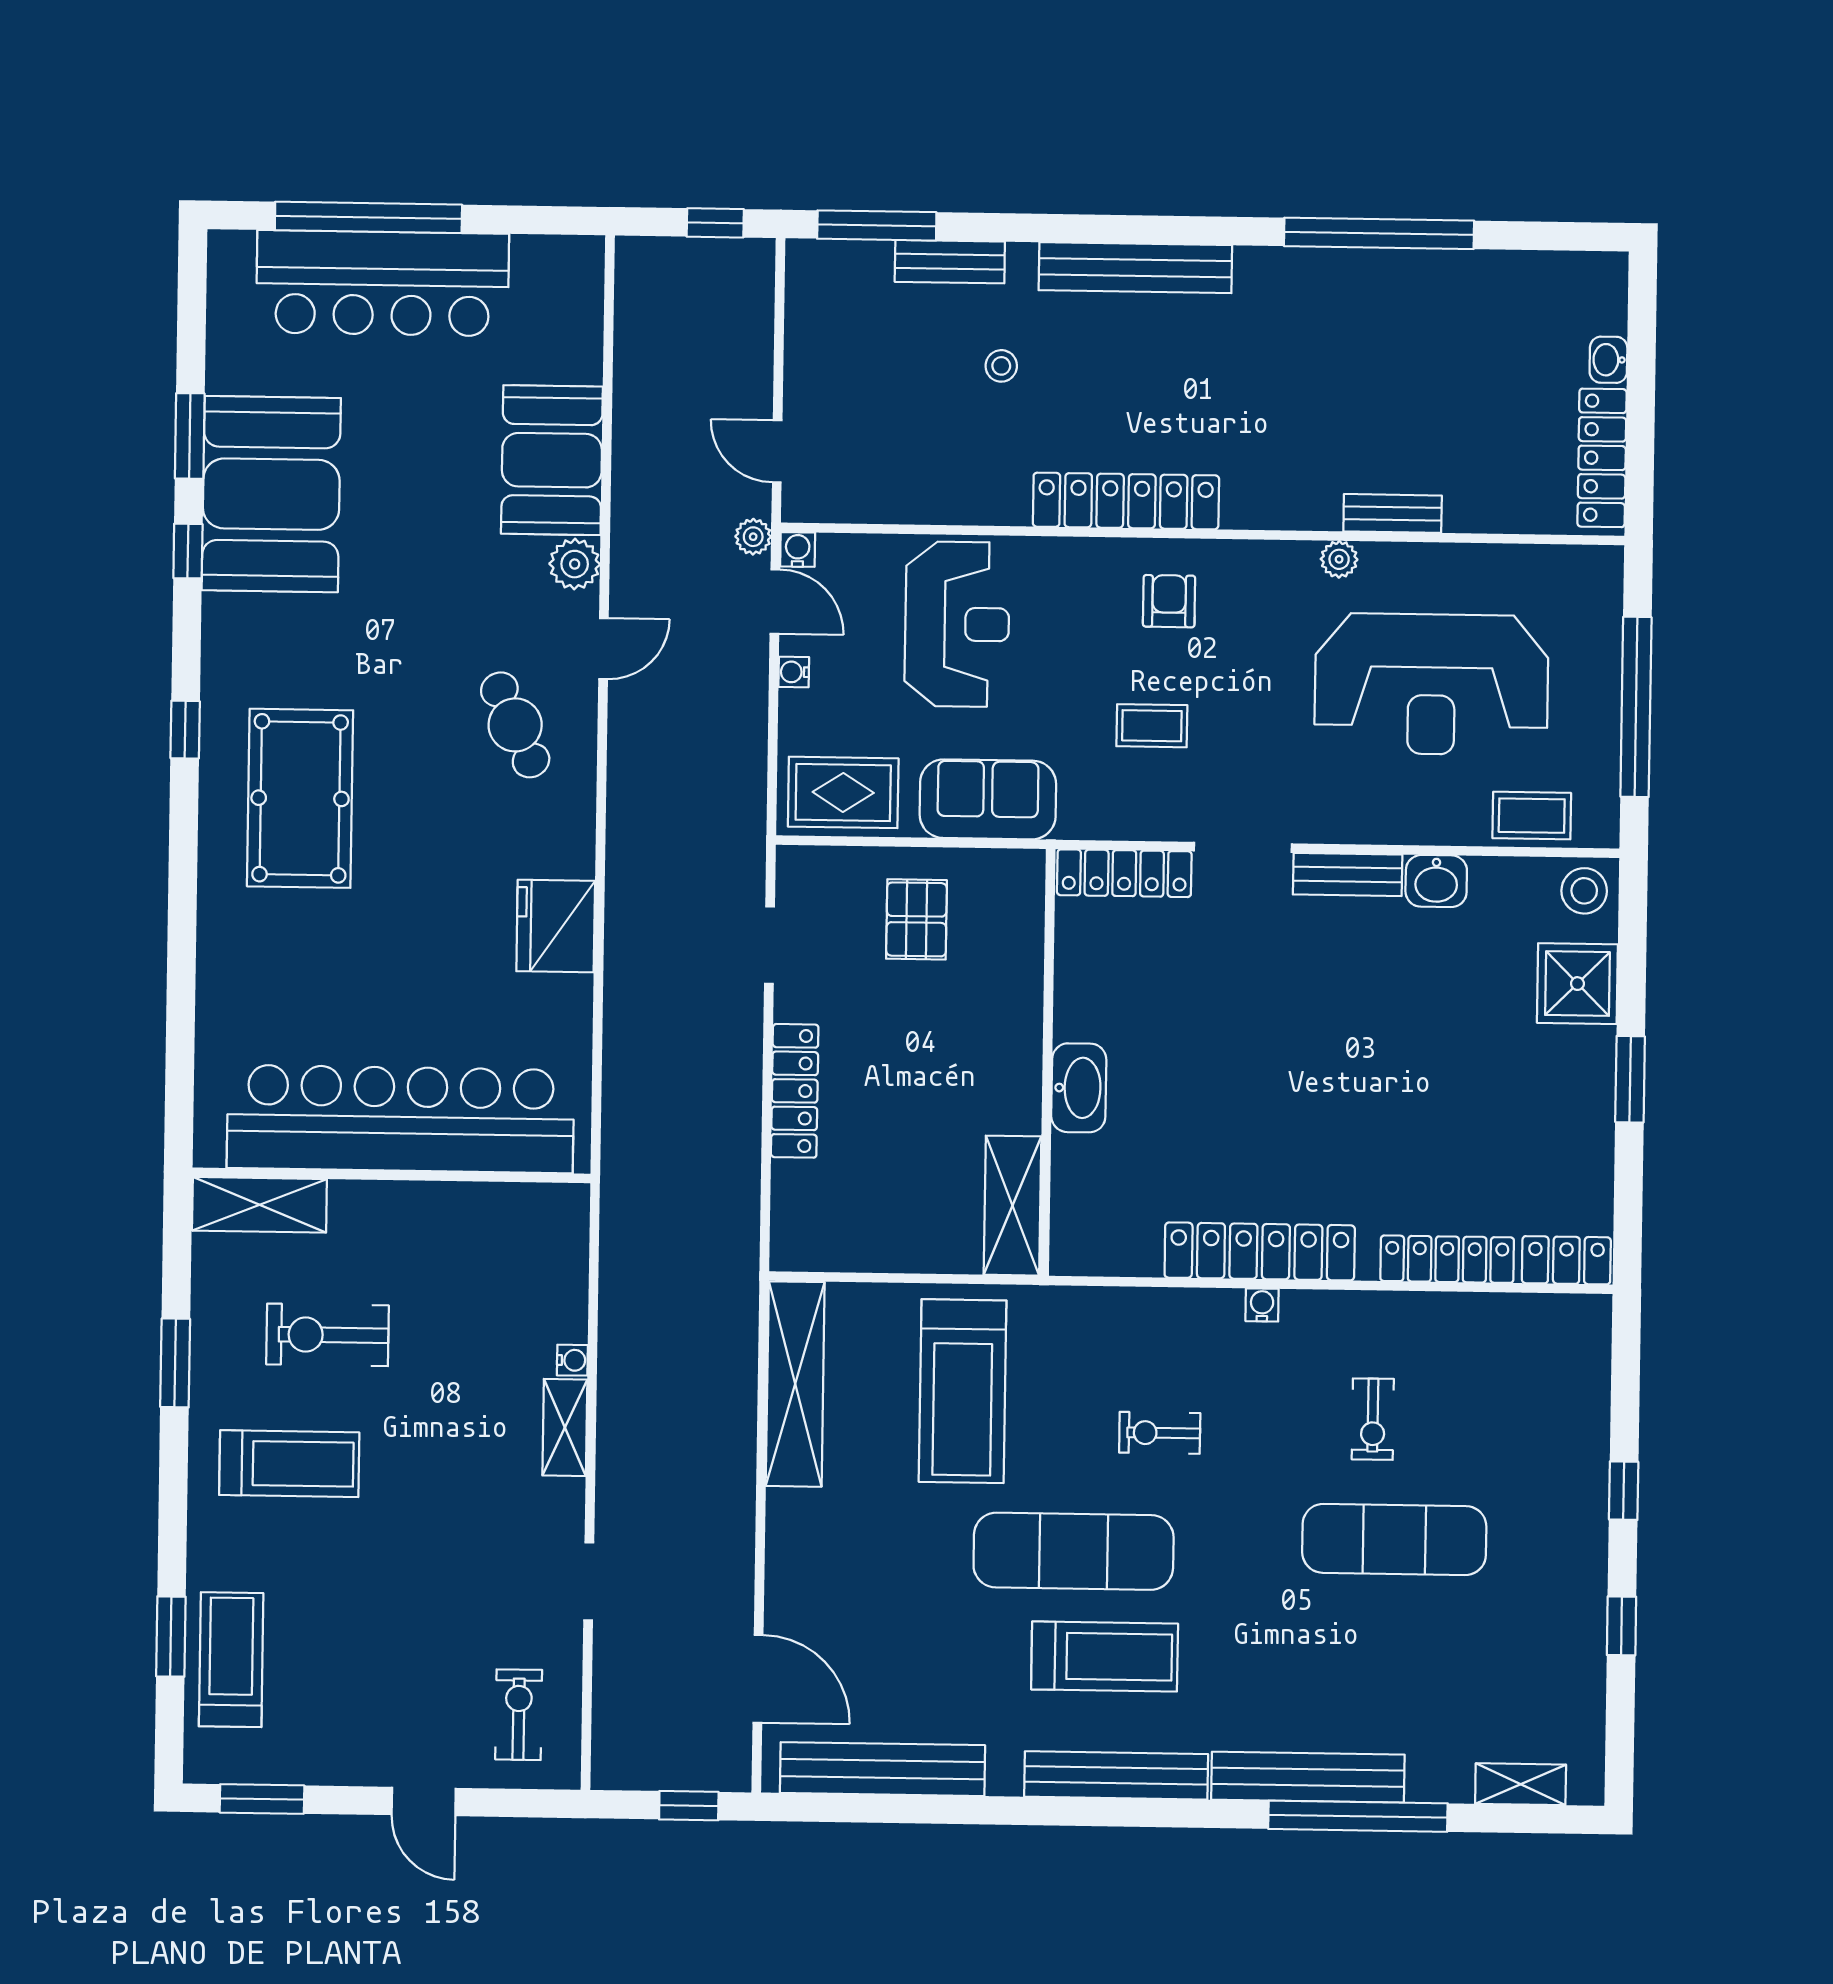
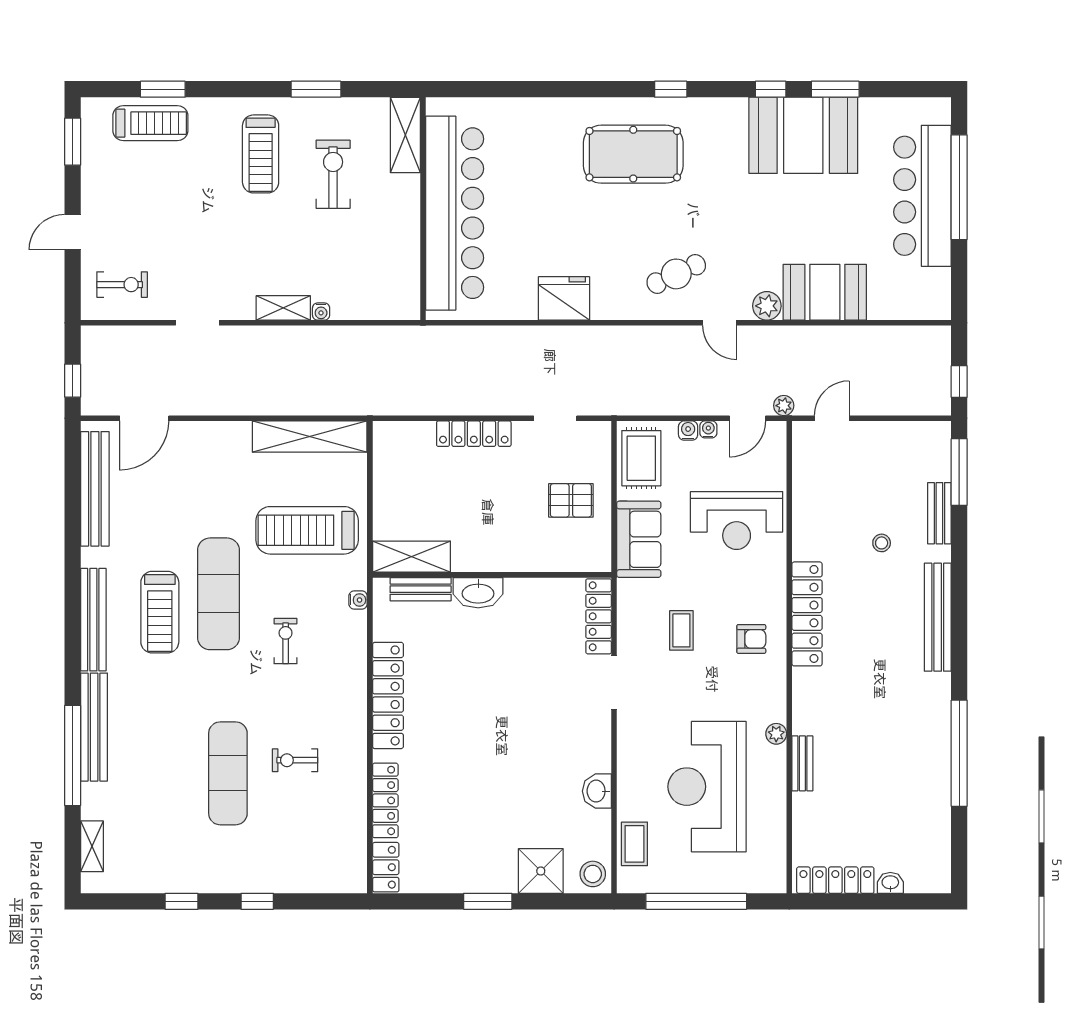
water cooler: (798, 549) -> (688, 431), moved, turned -90
bench: (1348, 875) -> (421, 589), moved, turned 90
water cooler: (1262, 1305) -> (358, 600), moved

